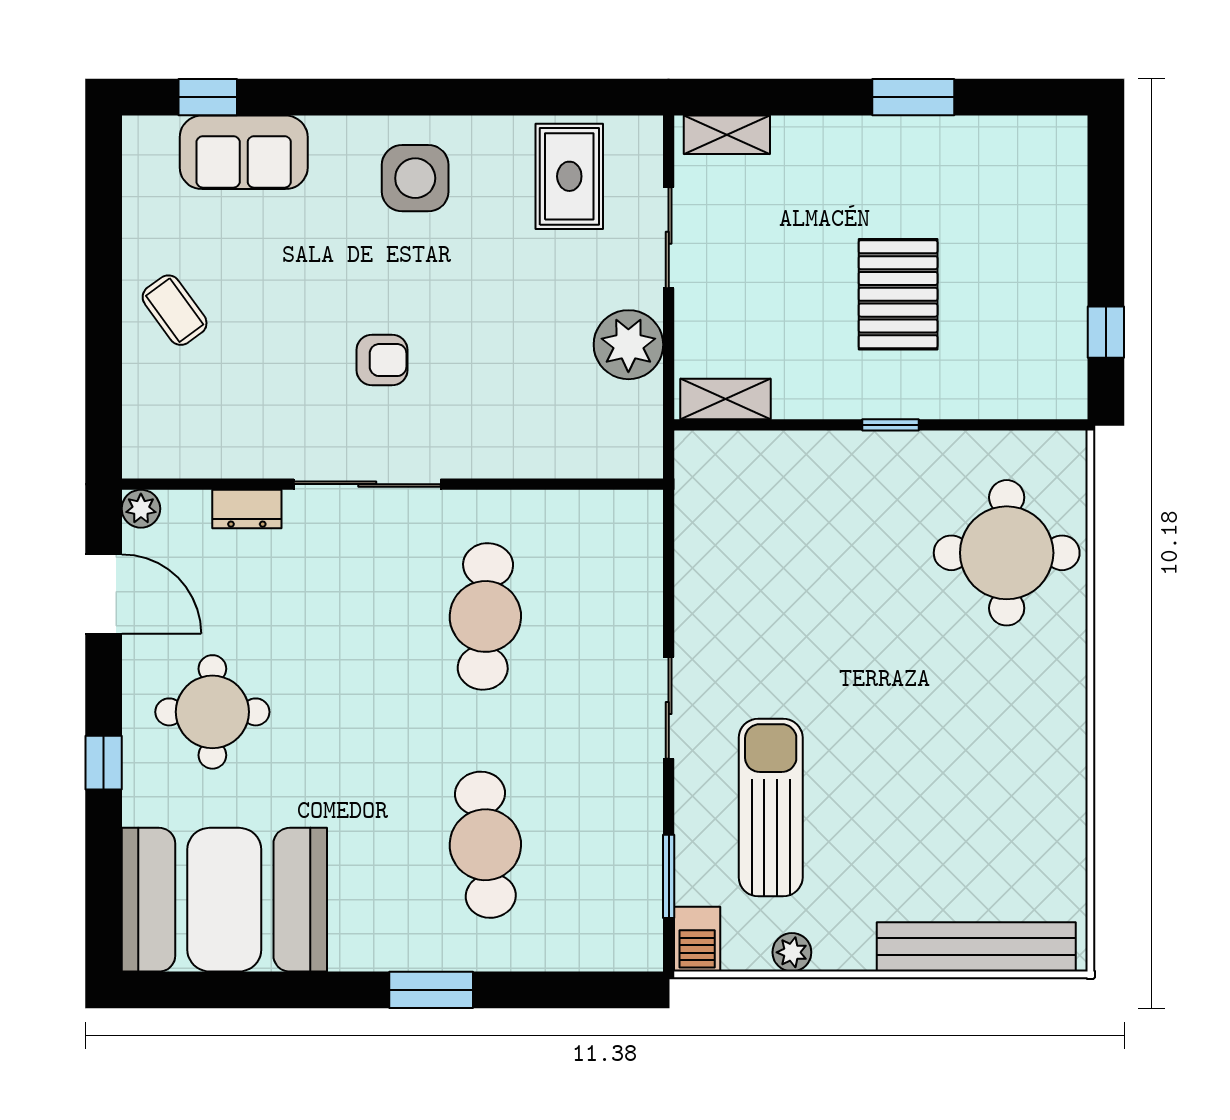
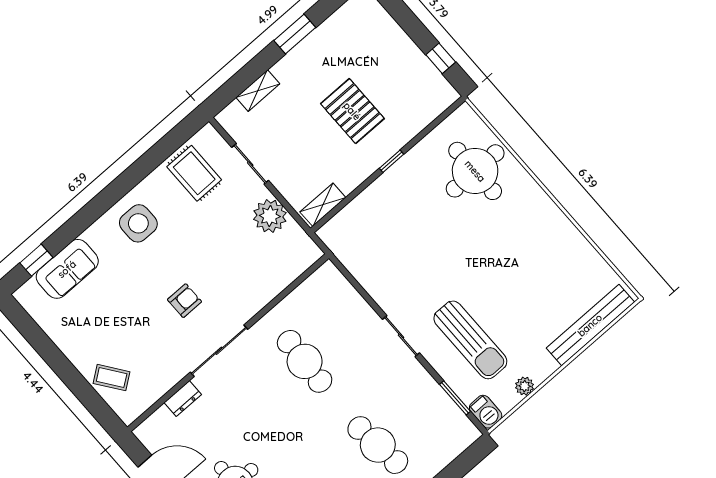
shelving: (727, 135) -> (258, 91), moved
coffee table: (175, 310) -> (112, 378), moved
plant: (141, 509) -> (144, 432), removed
sun lounger: (771, 808) -> (470, 340), turned 180

